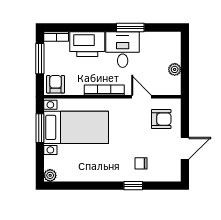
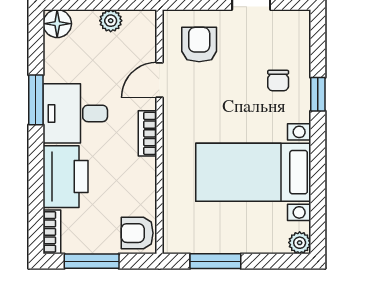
floor lamp: (173, 39) -> (57, 24), added
bookcase: (104, 90) -> (147, 133), width x0.64
bed with nightstands: (76, 127) -> (253, 172), moved, turned -90

